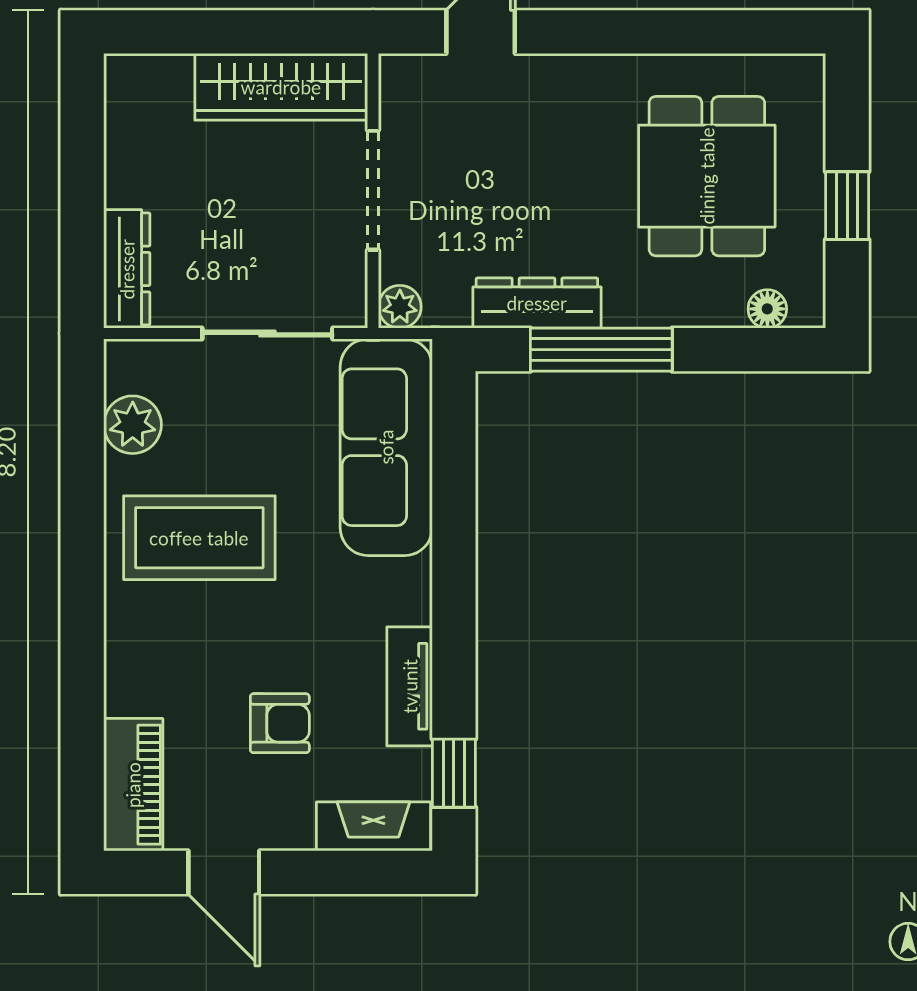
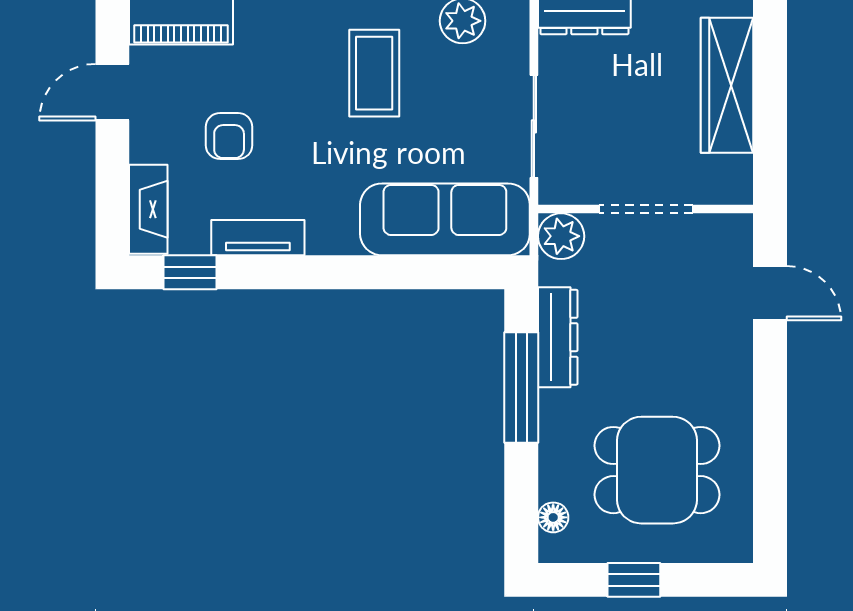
wardrobe: (281, 87) -> (727, 85), moved
plant: (400, 307) -> (561, 236), width x1.38, depth x1.38
coffee table: (199, 538) -> (374, 73), width x0.73, depth x0.76

